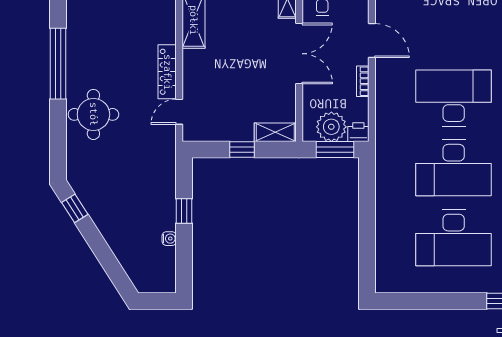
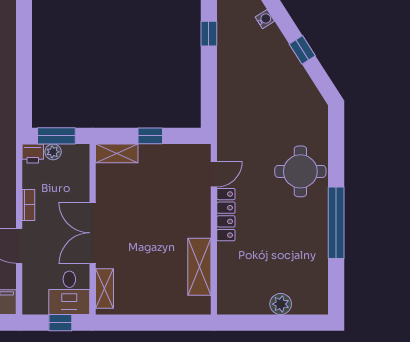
plant: (331, 127) -> (53, 152), width x0.53, depth x0.53
window: (75, 208) -> (302, 50), moved
window: (184, 211) -> (209, 34), moved
water cooler: (169, 239) -> (265, 19), moved, turned 147

